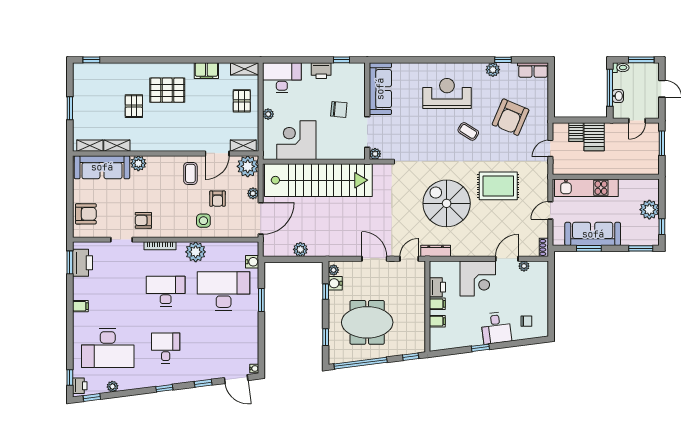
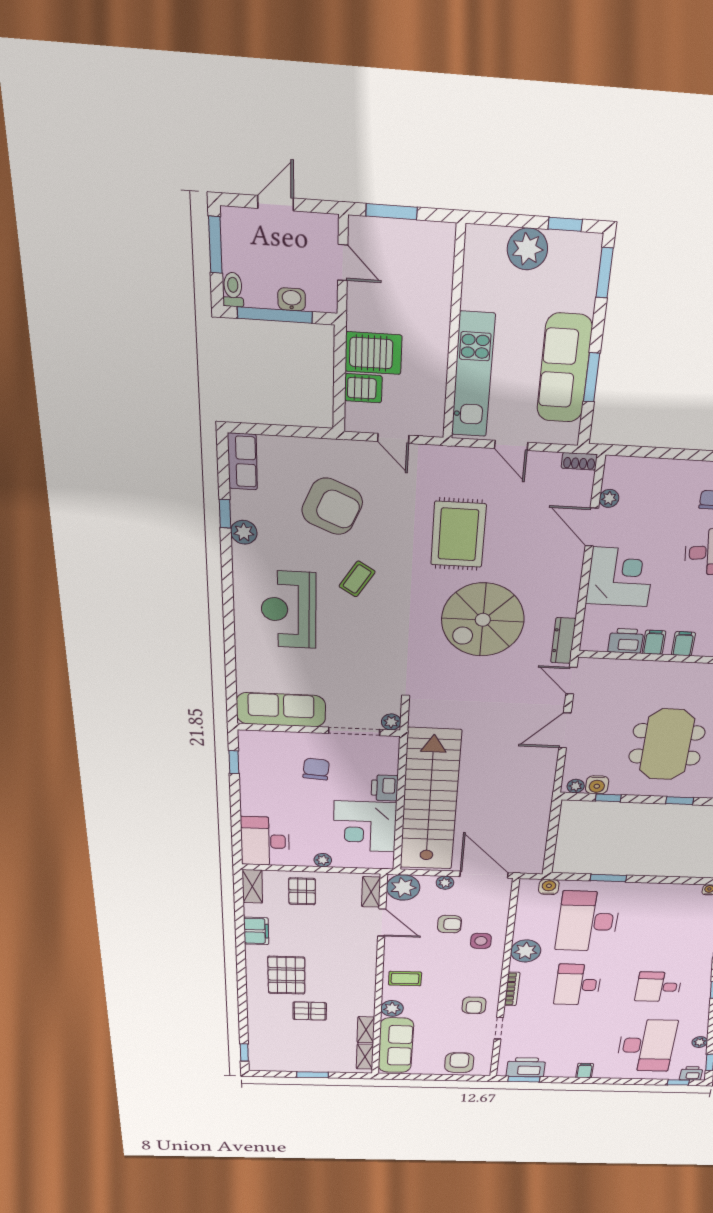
printer: (321, 71) -> (385, 788), moved, turned 180
pallet: (242, 101) -> (302, 891), turned 90
coffee table: (190, 173) -> (405, 979), moved
plant: (300, 249) -> (537, 828), removed

